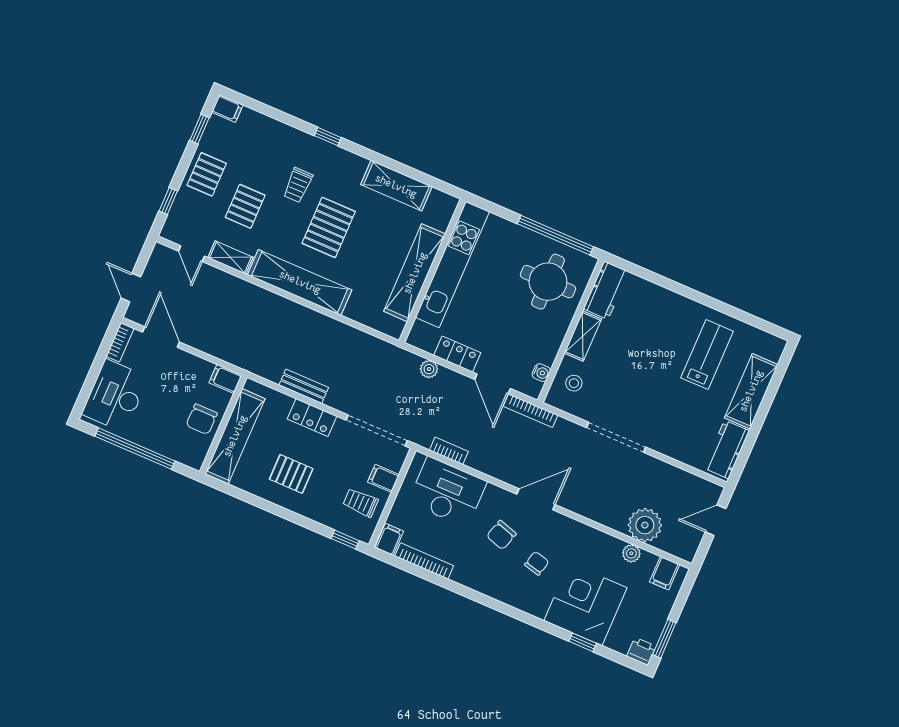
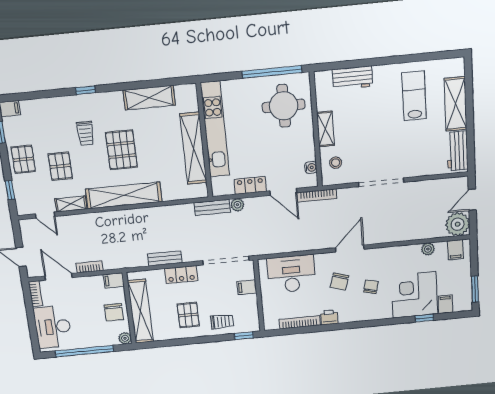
workbench: (606, 290) -> (352, 78), moved, turned 90
bench: (397, 355) -> (212, 207), added
bookcase: (449, 451) -> (90, 267), moved
plant: (195, 460) -> (125, 338), added
pallet: (291, 474) -> (188, 315), turned 90
trolley: (361, 503) -> (222, 322), moved, turned 180
plant: (645, 525) -> (458, 224), moved
filing cabinet: (389, 539) -> (446, 304), moved
printer: (641, 651) -> (329, 317), moved

